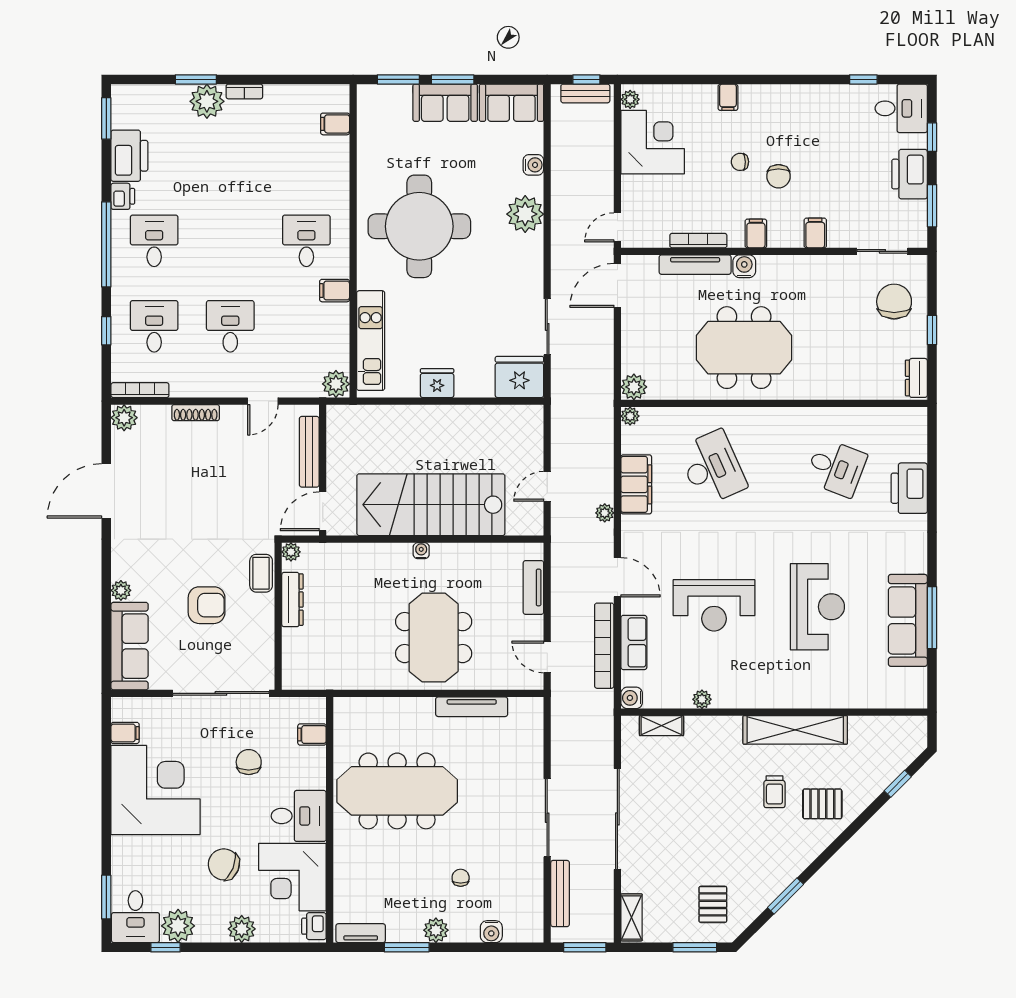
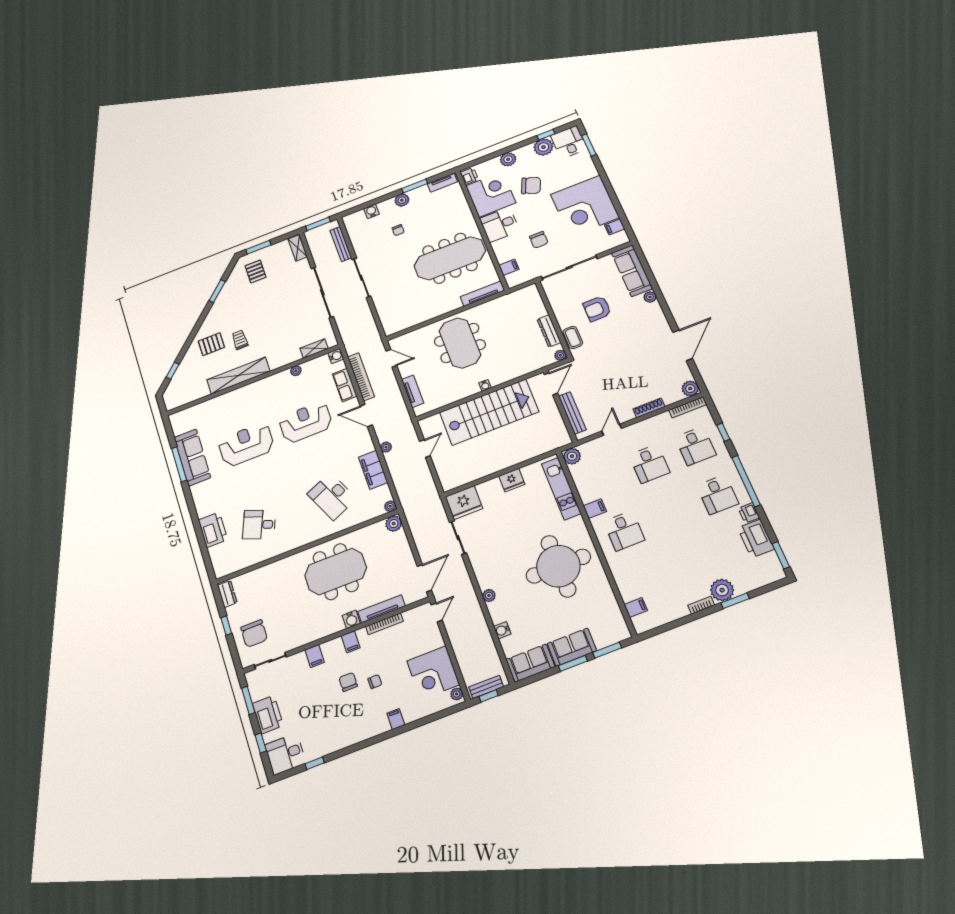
plant: (525, 214) -> (489, 596), width x0.53, depth x0.53
reception desk: (817, 607) -> (246, 445), turned 90
tv unit: (472, 707) -> (482, 294), moved

